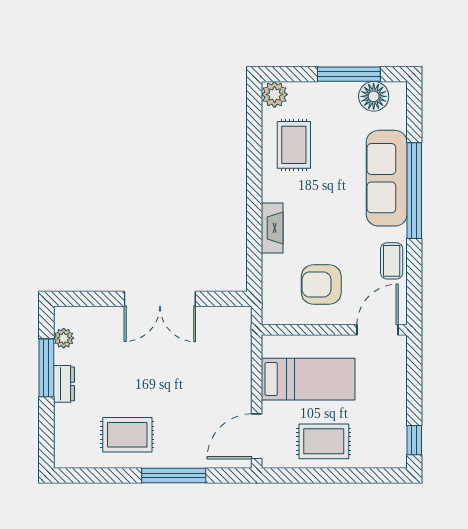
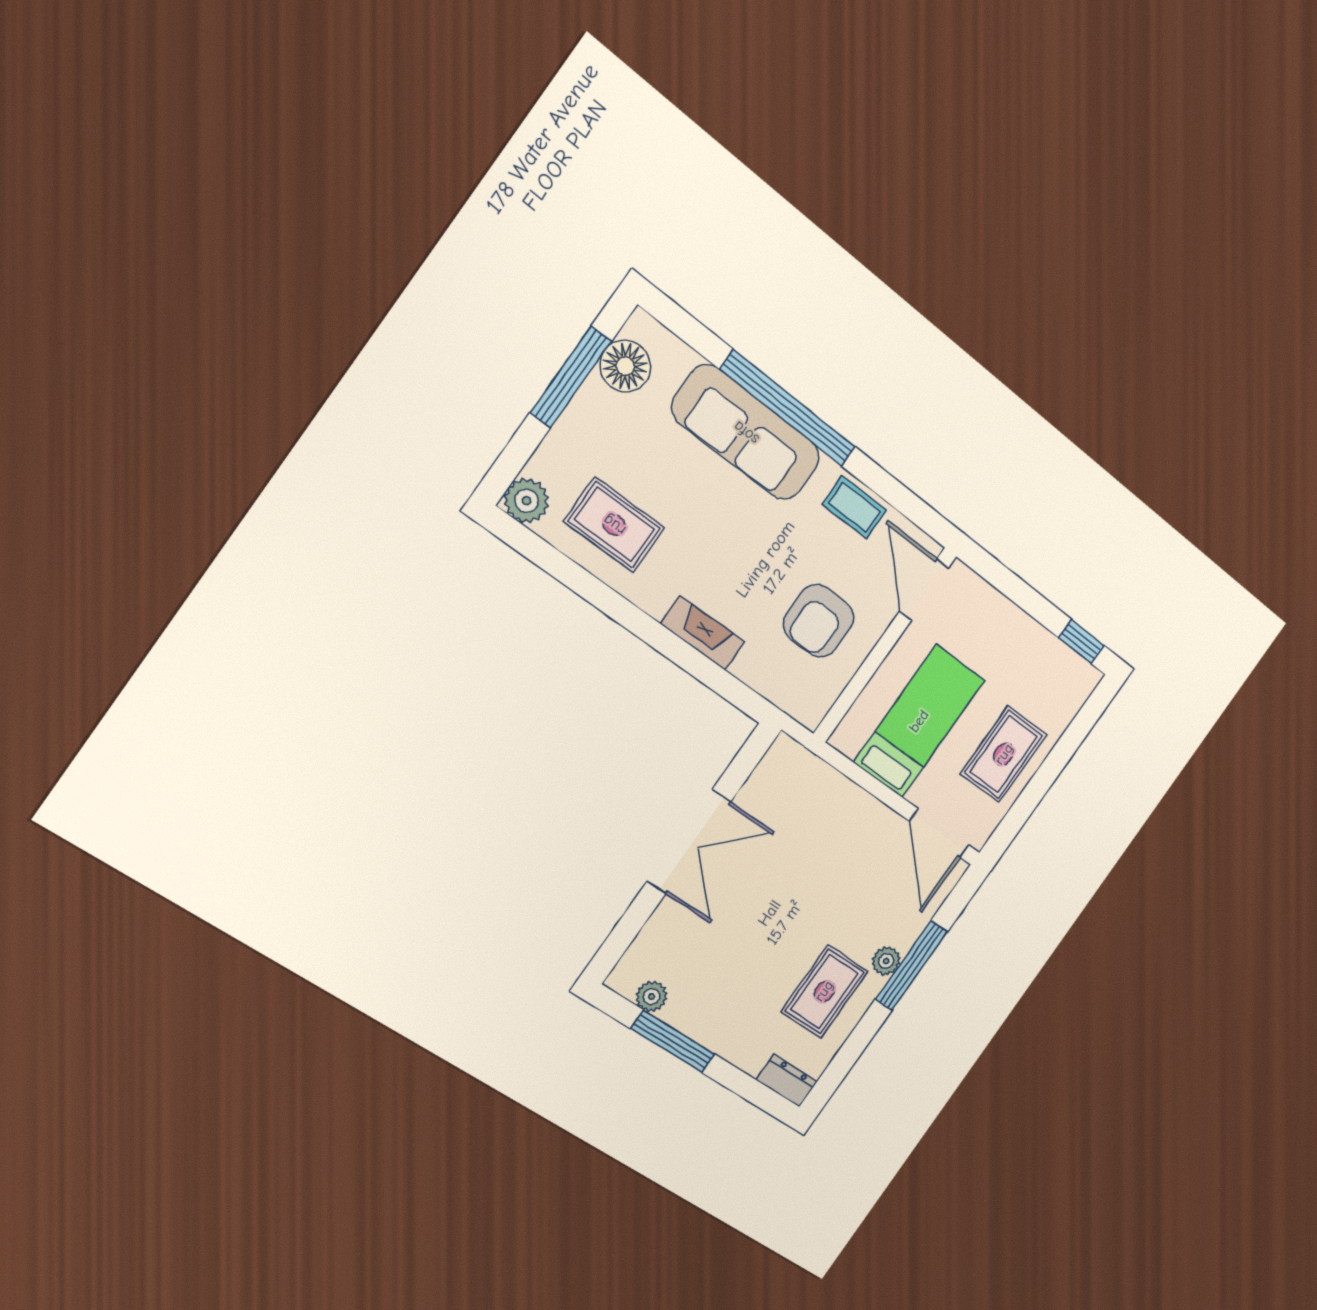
dresser: (64, 384) -> (787, 1081), moved
plant: (167, 458) -> (886, 961), added

